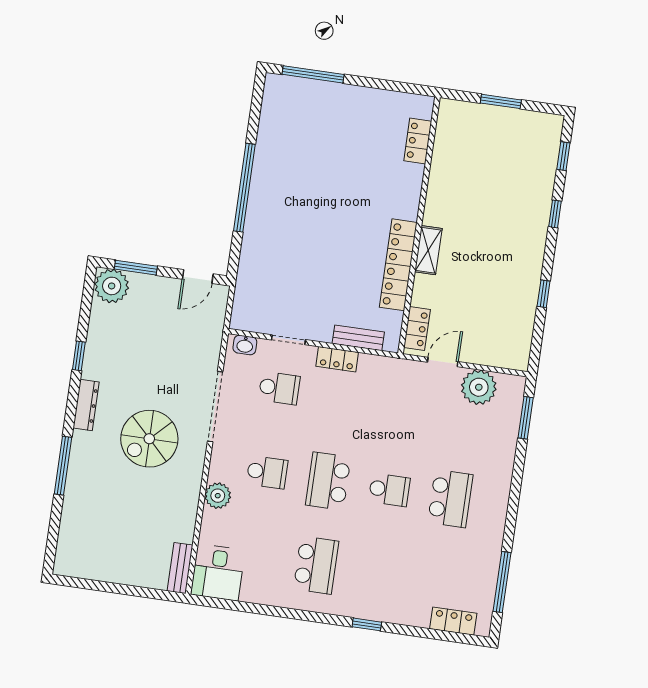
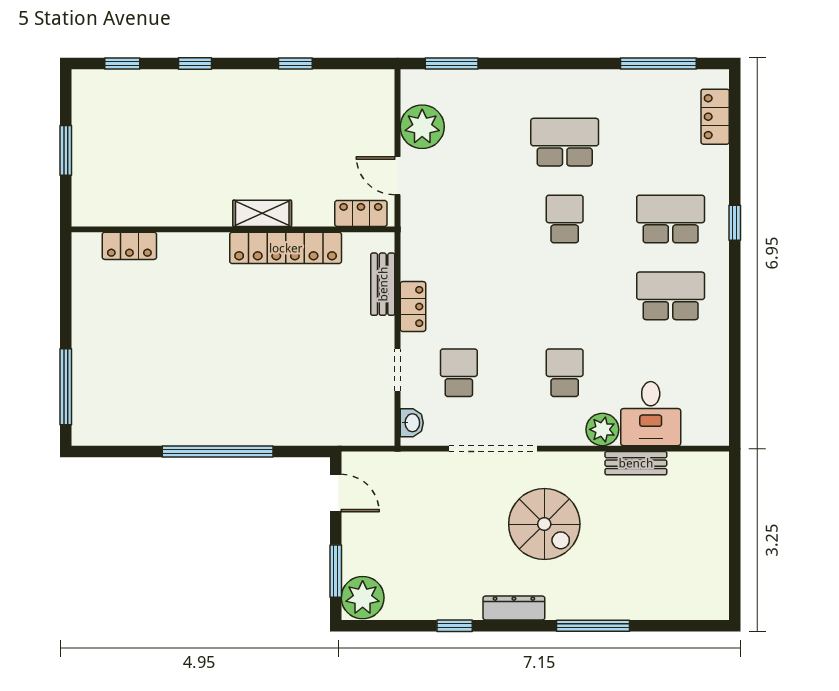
school desk: (328, 481) -> (671, 219), moved, turned 180
bench: (180, 568) -> (636, 463), moved
desk: (218, 572) -> (651, 414), moved, turned 90

